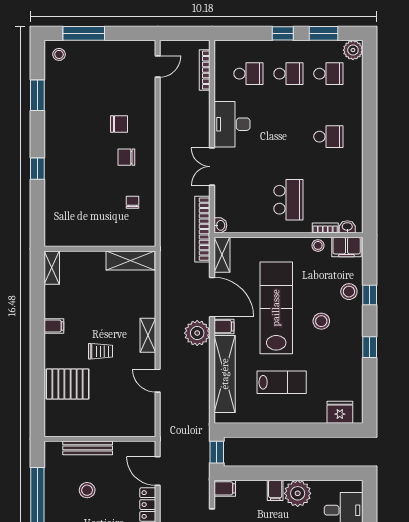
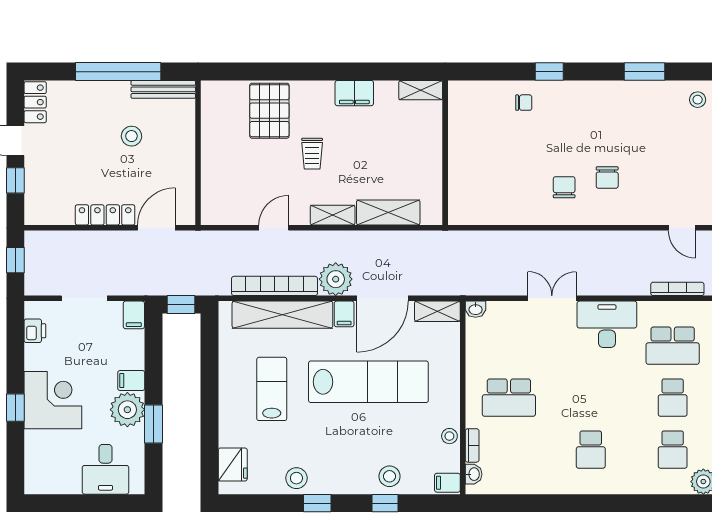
school desk: (248, 74) -> (673, 346), width x1.85
chair: (132, 202) -> (524, 103), moved
bookcase: (202, 229) -> (275, 286), moved
filing cabinet: (347, 247) -> (447, 483), width x0.50
shelving: (131, 261) -> (388, 212), moved, turned 90
stool: (321, 321) -> (296, 478), moved
filing cabinet: (54, 326) -> (354, 93), width x2.00
lab bench: (282, 382) -> (272, 389), turned 180
bench: (88, 448) -> (163, 89), moved, turned 90
window: (309, 473) -> (153, 424), added

